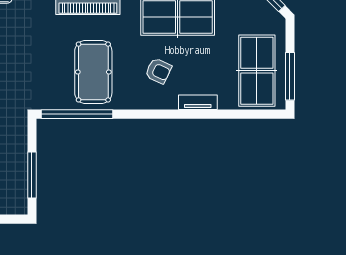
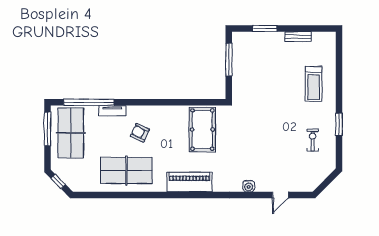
pool table: (93, 72) -> (202, 130), moved
window: (77, 114) -> (89, 102), moved

